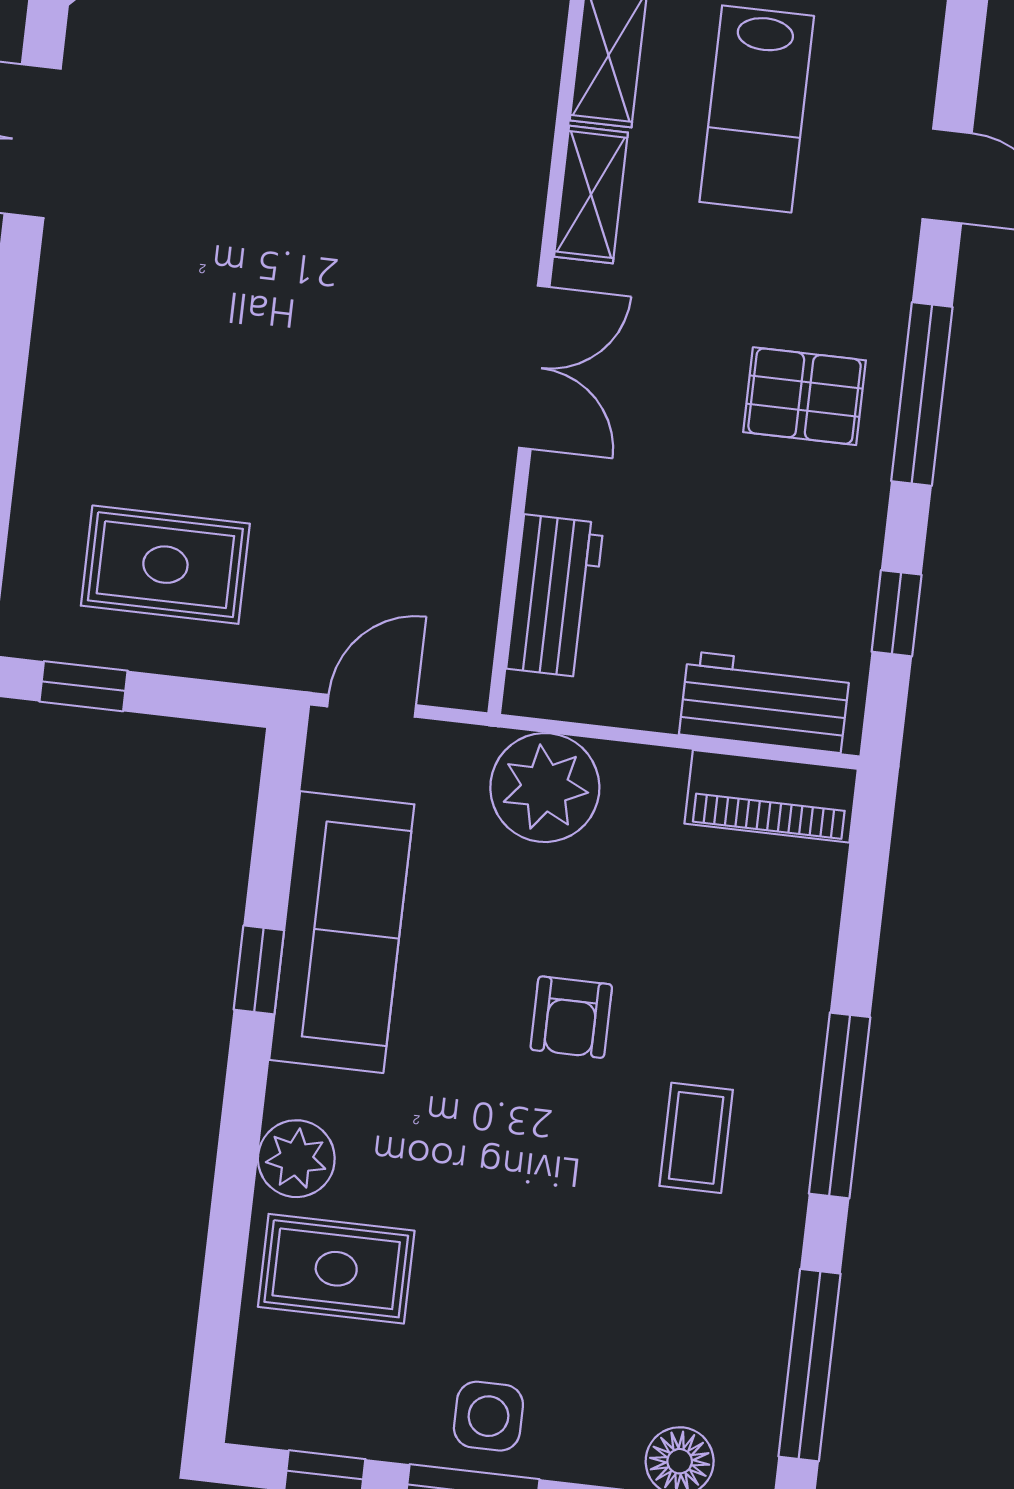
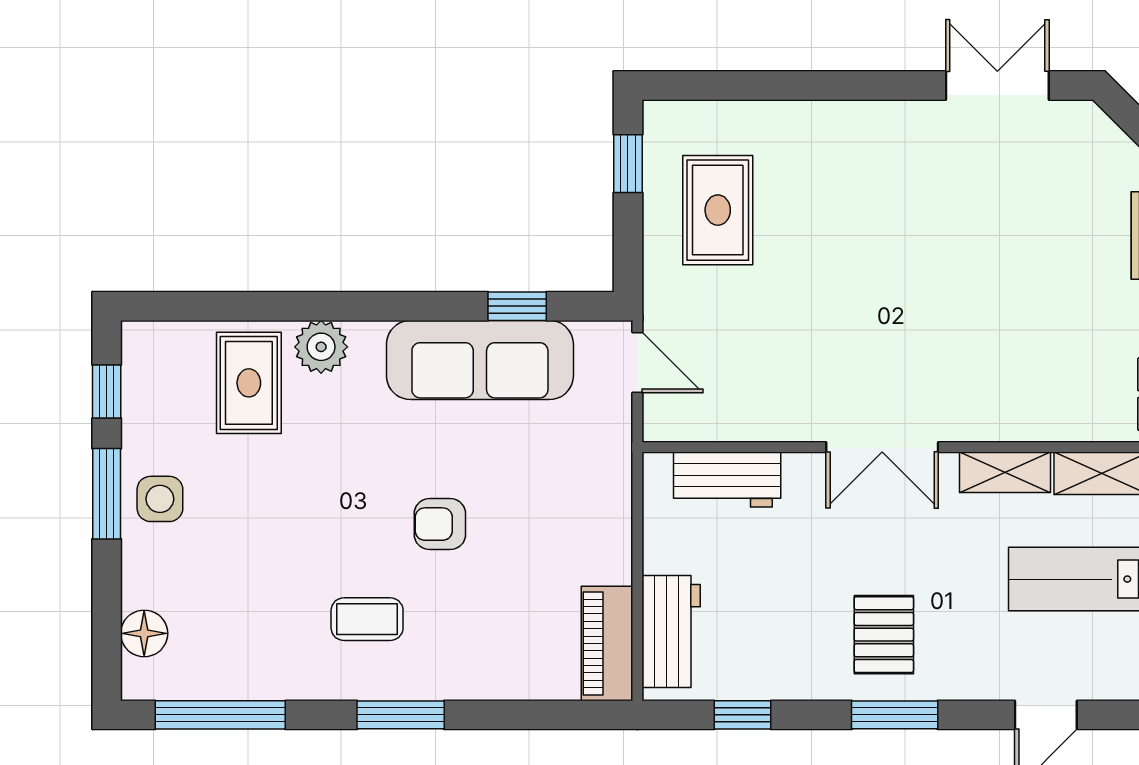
window: (922, 394) -> (895, 715), width x0.69
plant: (545, 788) -> (595, 488), removed
window: (259, 970) -> (517, 306), moved
window: (840, 1105) -> (401, 715), width x0.69

